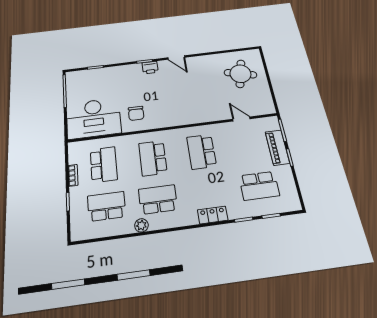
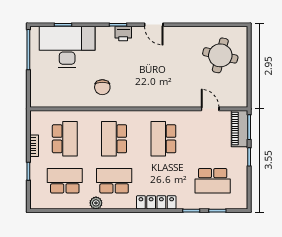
desk: (94, 118) -> (67, 47), moved, turned 180
piano: (277, 147) -> (239, 129), moved
locker: (213, 215) -> (156, 202), width x1.53

